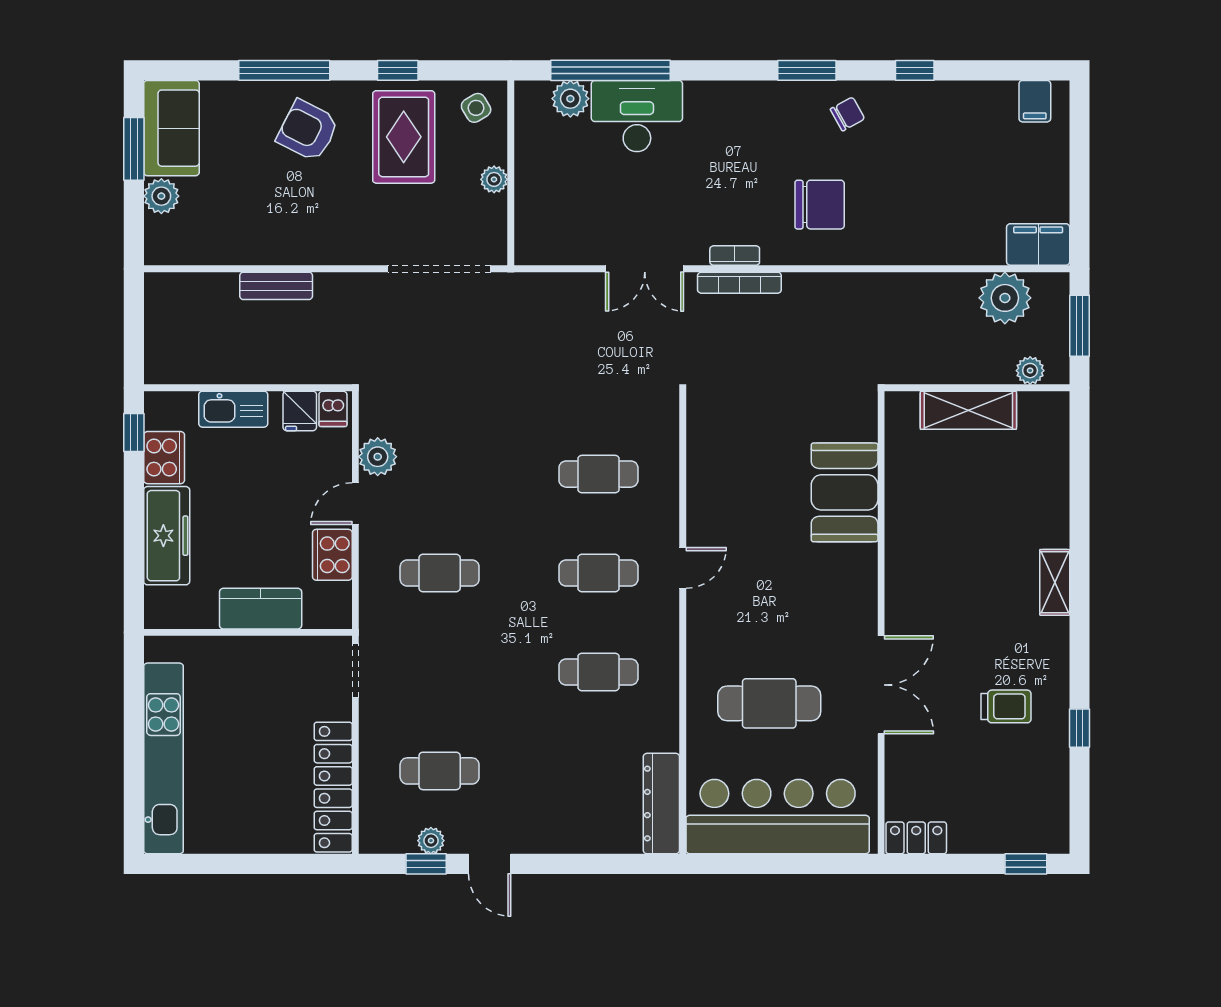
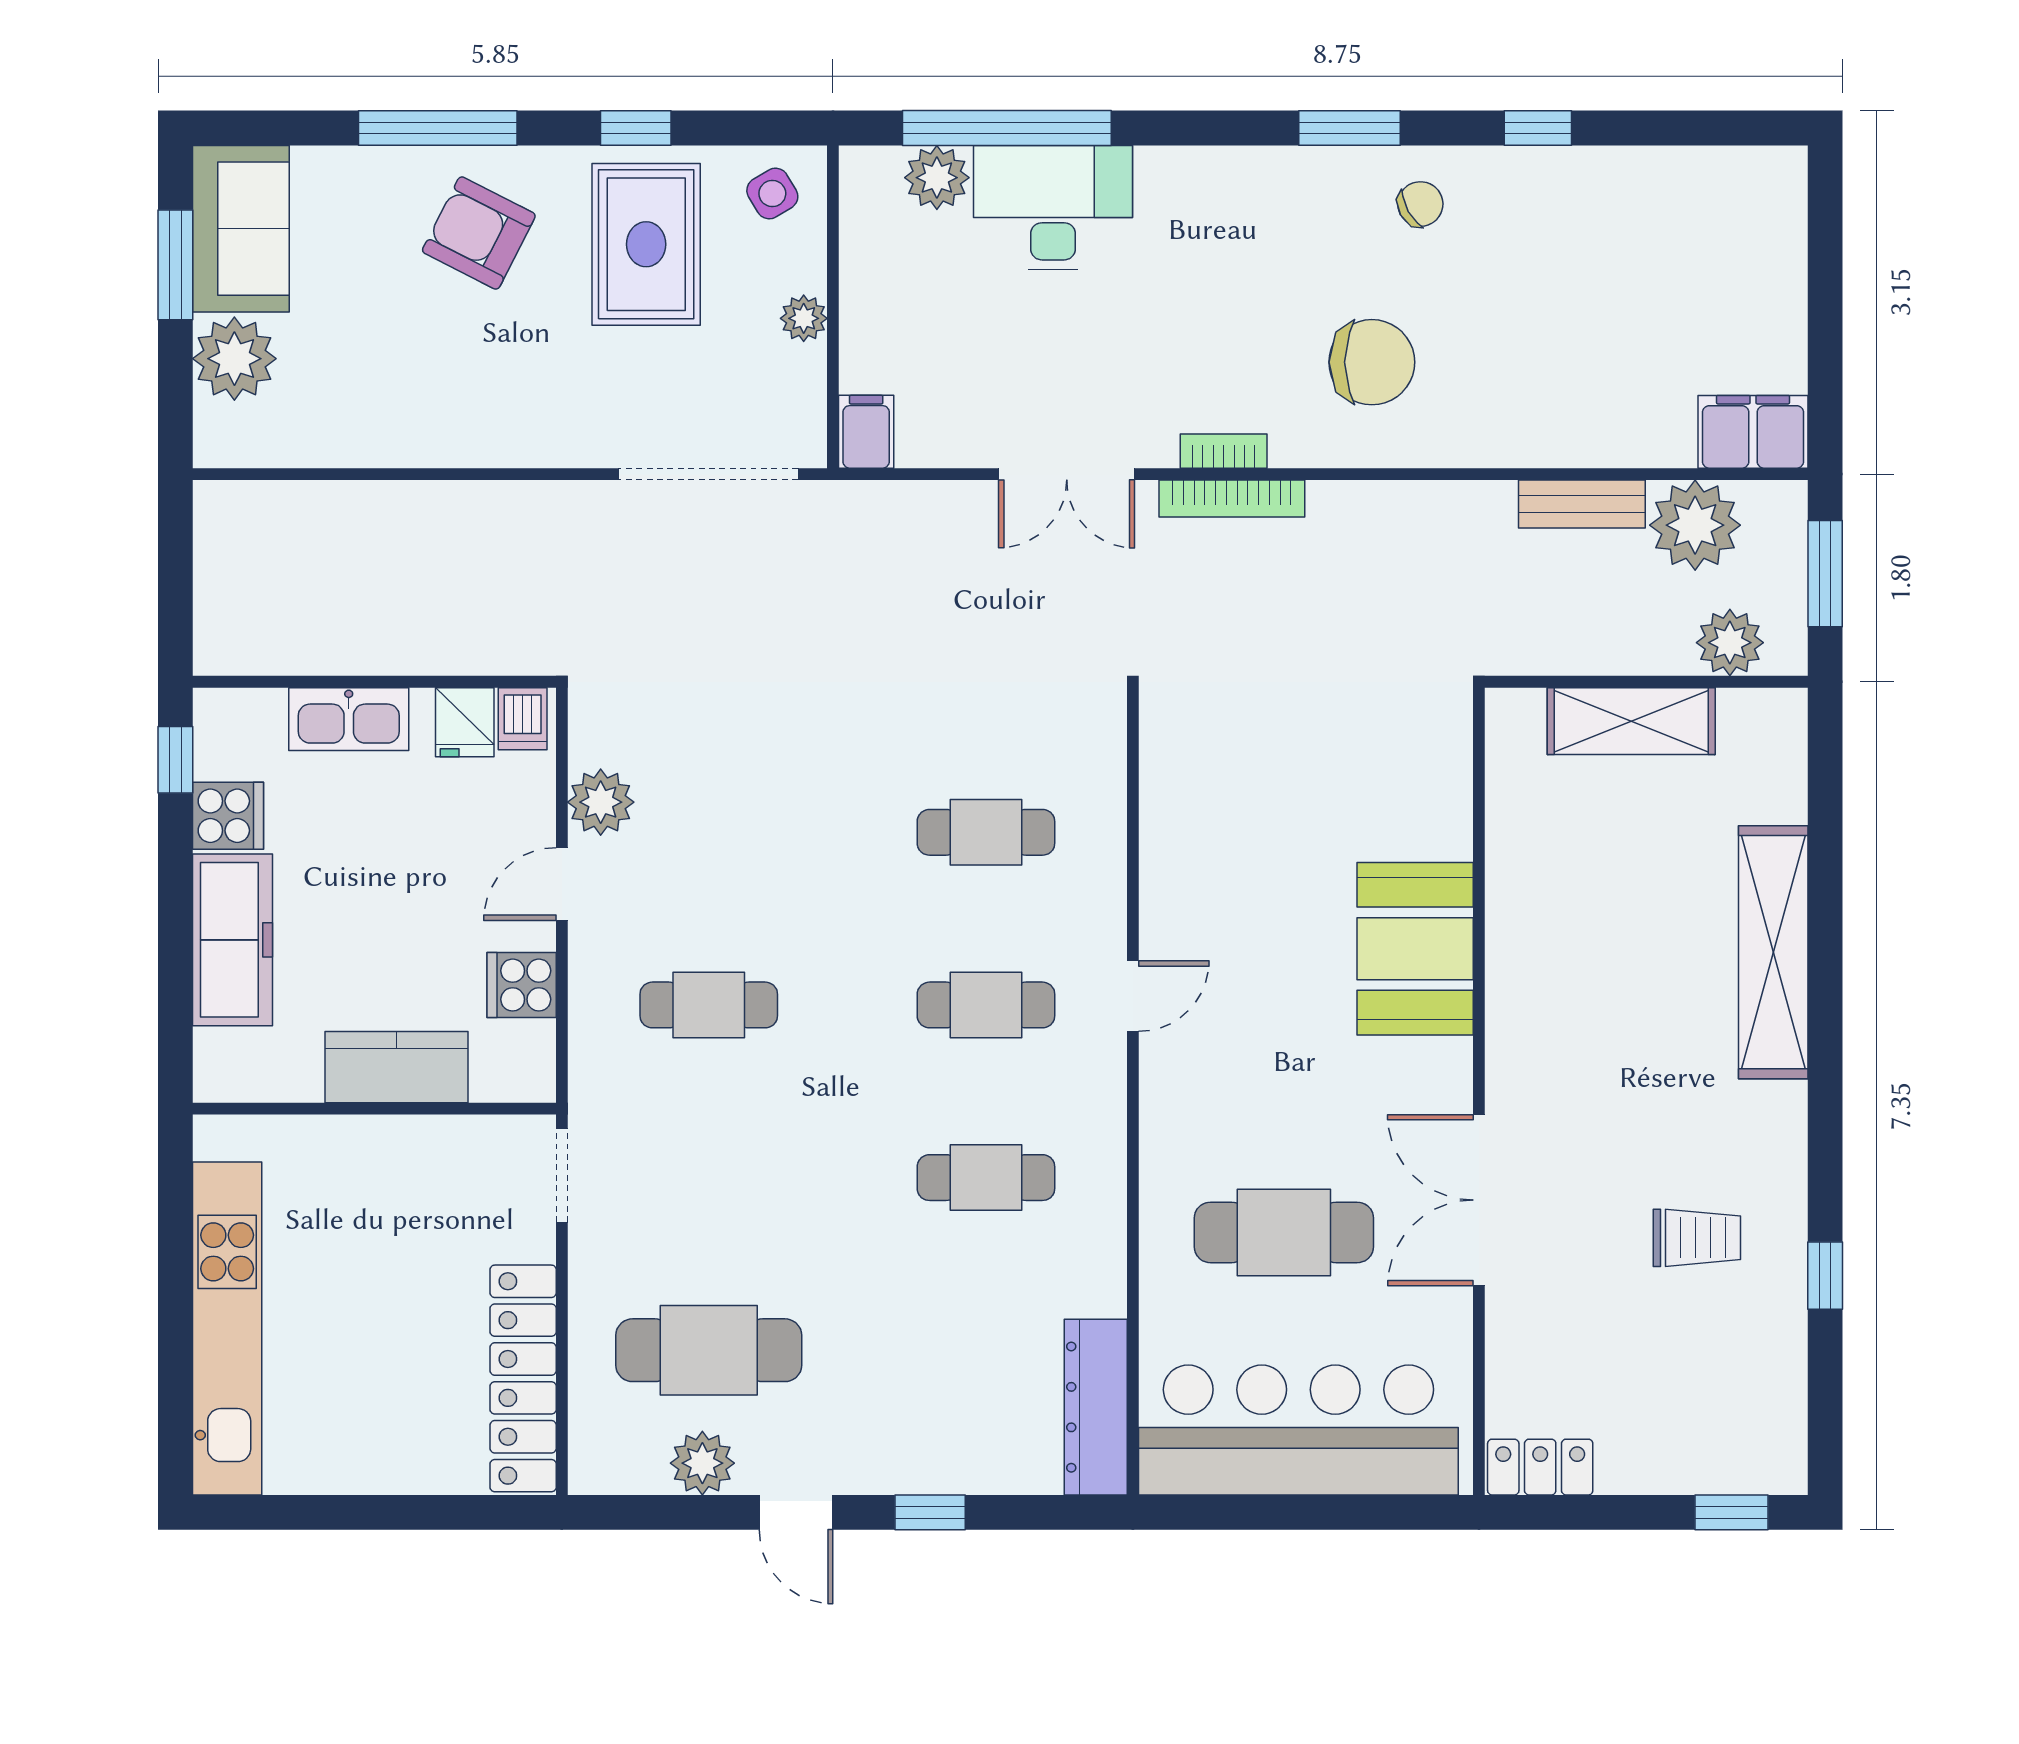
filing cabinet: (1035, 101) -> (866, 432), moved, turned 180
plant: (161, 196) -> (234, 359), width x1.36, depth x1.36
bench: (276, 286) -> (1582, 504), moved
plant: (1030, 371) -> (1730, 643), width x1.38, depth x1.38
cooker: (164, 458) -> (228, 816), width x0.73
booth: (845, 492) -> (1415, 949), moved
cooker: (332, 555) -> (522, 985), width x0.73
shelving: (1055, 582) -> (1773, 952), width x2.20, depth x1.33
double door: (881, 685) -> (1479, 1200), swing flipped
cafe table: (440, 771) -> (709, 1350), width x1.37, depth x1.35
plant: (431, 841) -> (702, 1463), width x1.38, depth x1.38
window: (426, 864) -> (930, 1512), moved

